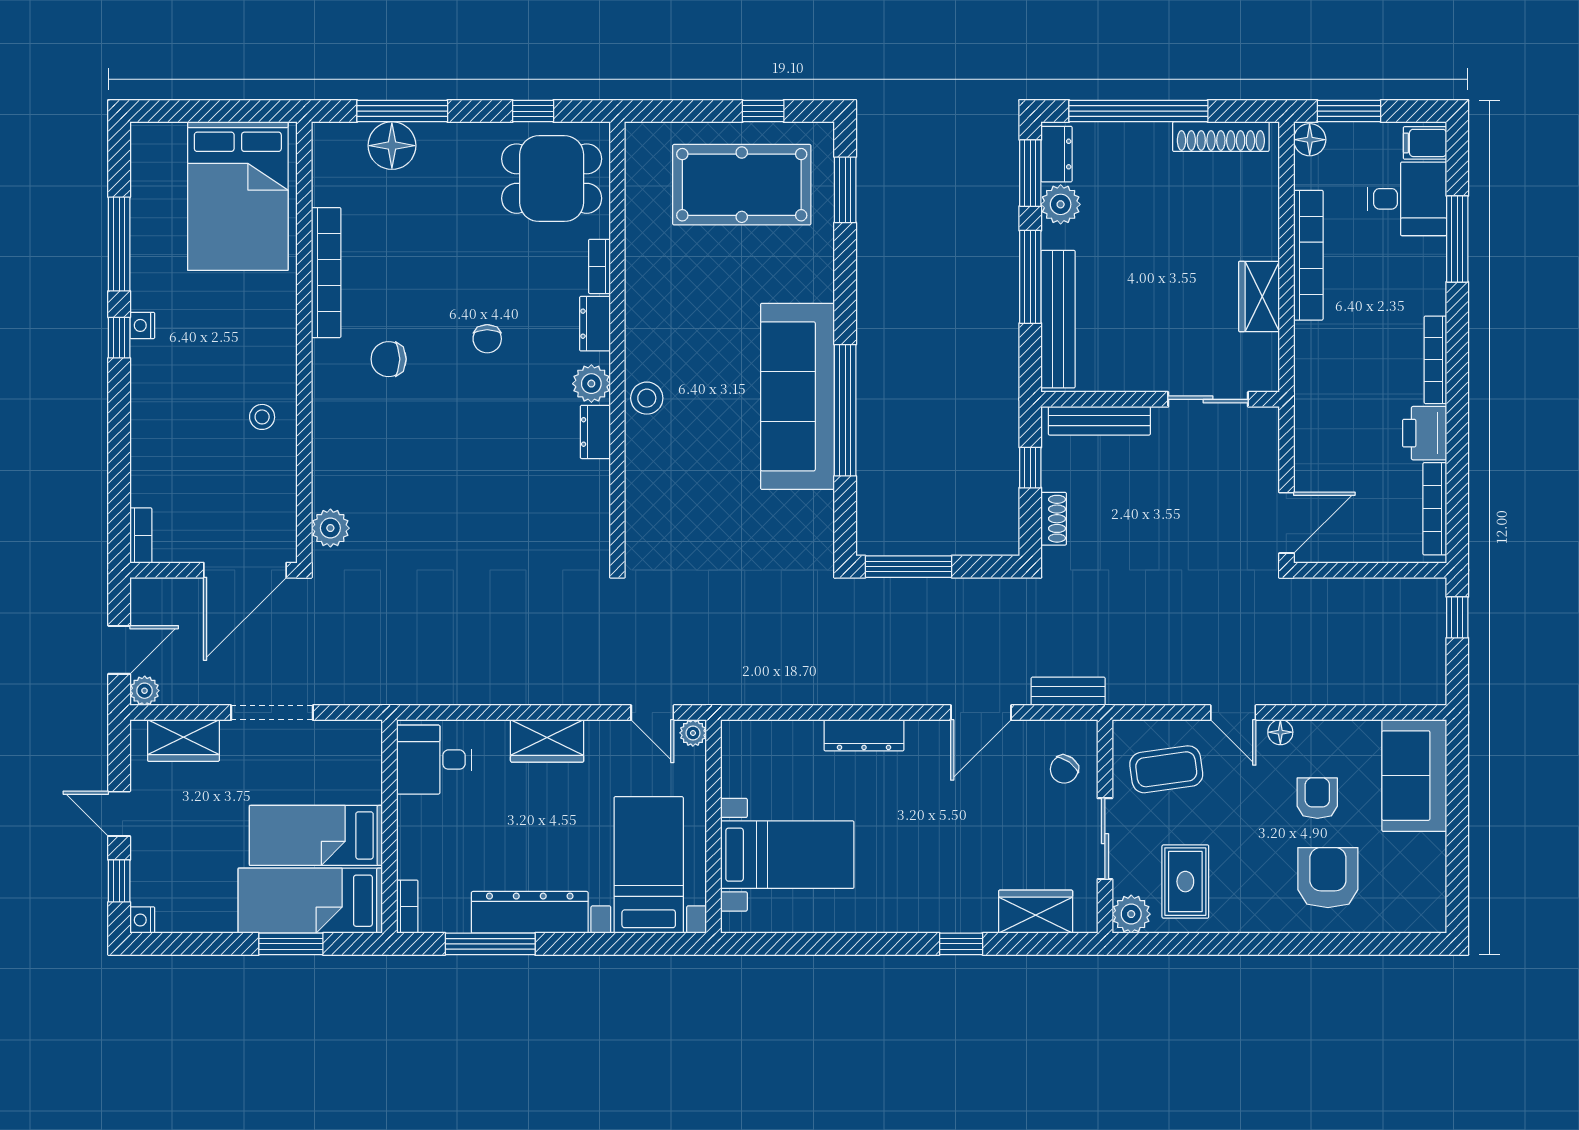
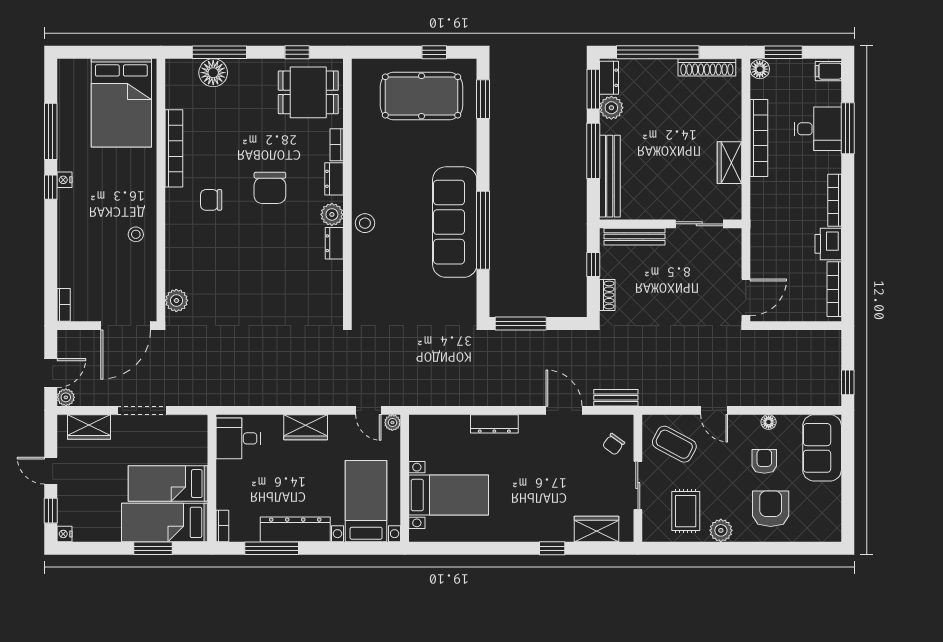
desk: (1407, 199) -> (818, 129), moved
chair: (487, 339) -> (270, 188), width x1.87, depth x1.87
window: (1457, 617) -> (848, 382), moved
door: (981, 713) -> (564, 410), swing flipped
floor lamp: (1280, 732) -> (769, 422), moved
coffee table: (1166, 769) -> (674, 444), turned 36
plant: (1131, 914) -> (721, 530), moved

